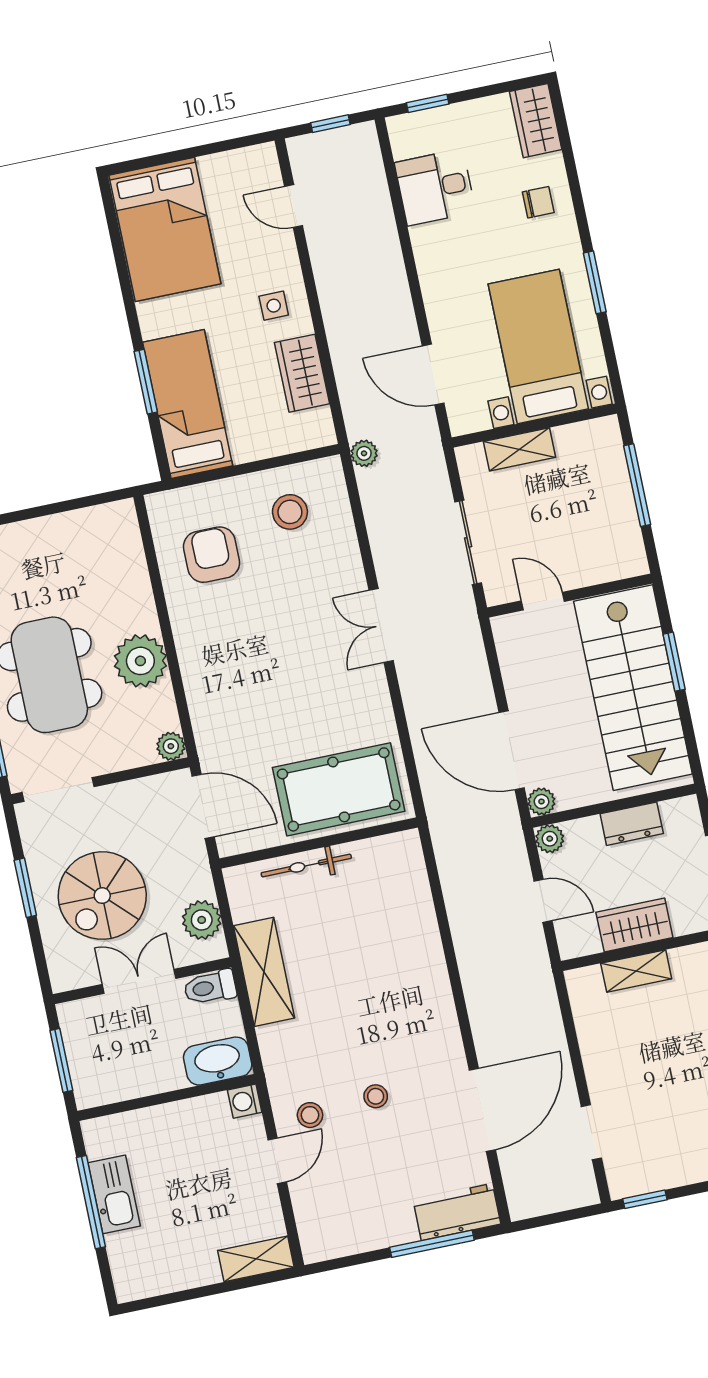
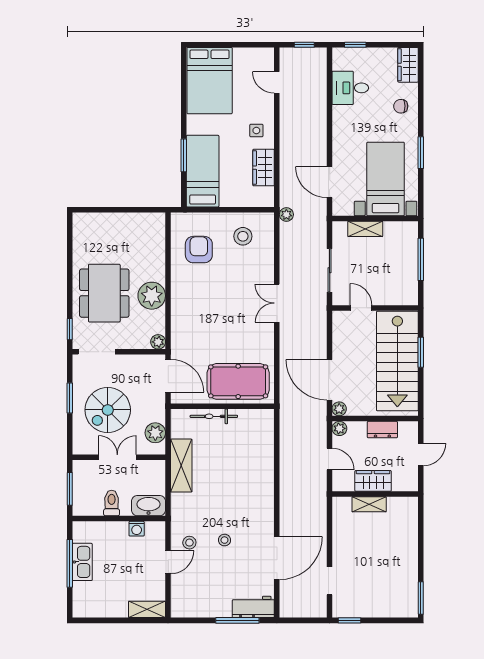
chair: (538, 202) -> (401, 106), turned 180
toilet: (210, 987) -> (112, 503), moved, turned 90
washing machine: (245, 1101) -> (137, 529), moved, turned -90

